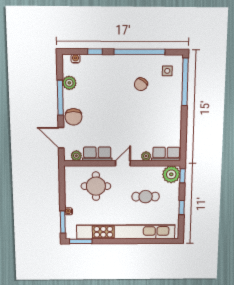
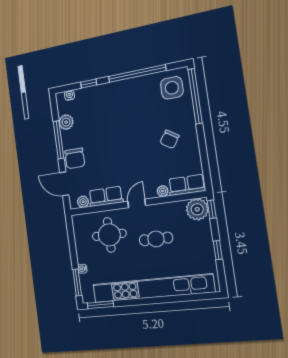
side table: (167, 71) -> (172, 88), width x1.87, depth x1.87
chair: (141, 84) -> (170, 139), moved
cafe table: (146, 197) -> (156, 239), moved

